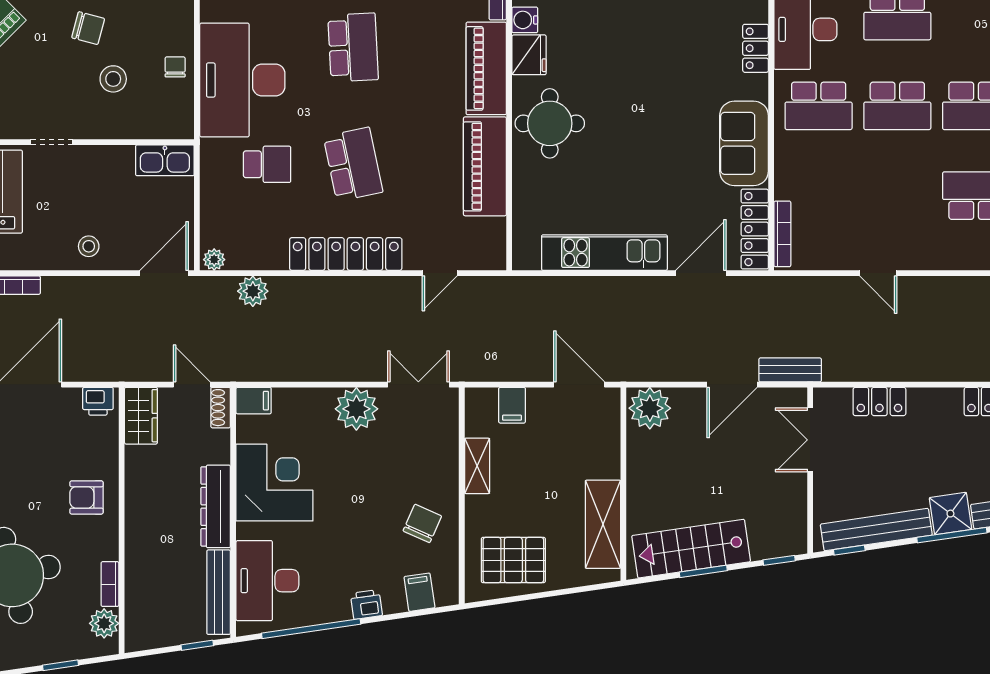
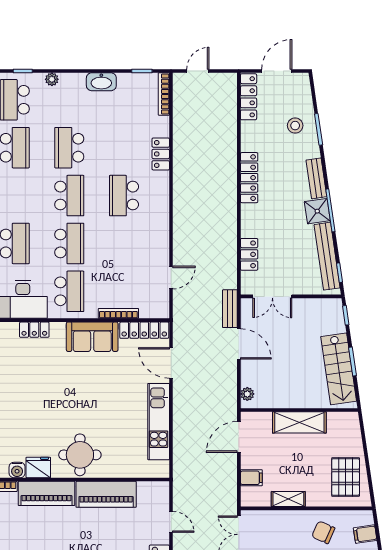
bookcase: (782, 234) -> (118, 313), moved
door: (878, 273) -> (171, 278), moved
plant: (650, 408) -> (247, 394), width x0.53, depth x0.53
shelving: (603, 524) -> (299, 422), moved

